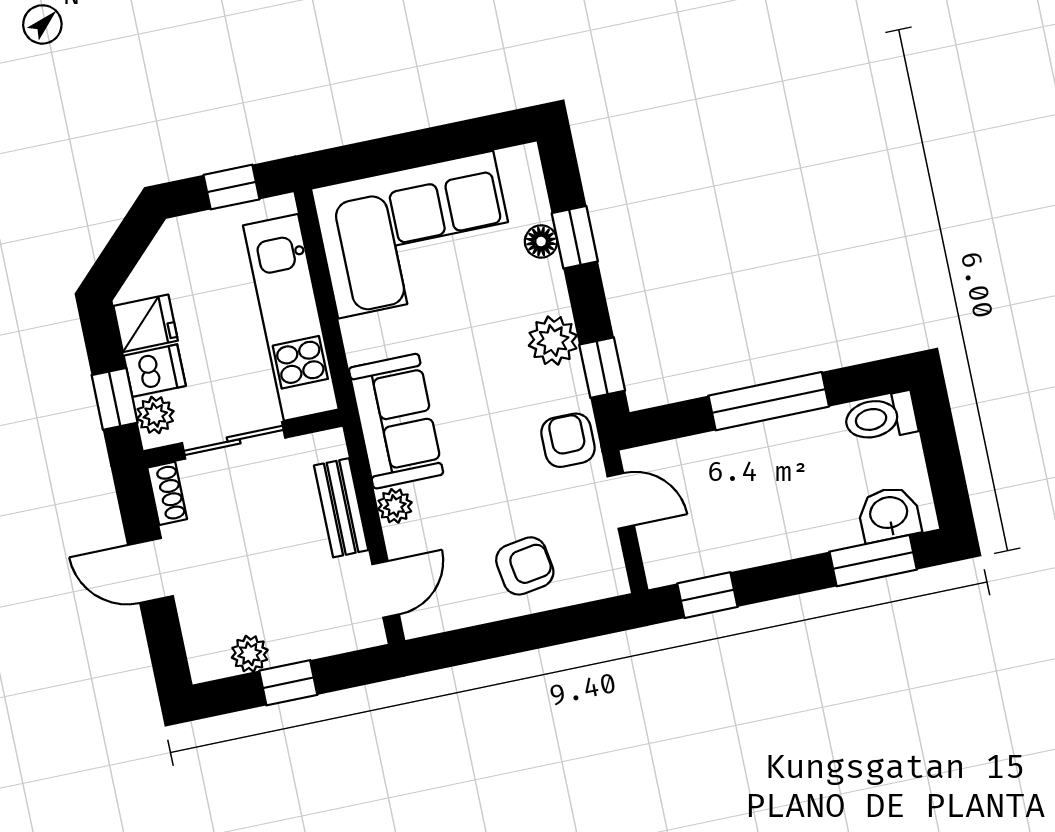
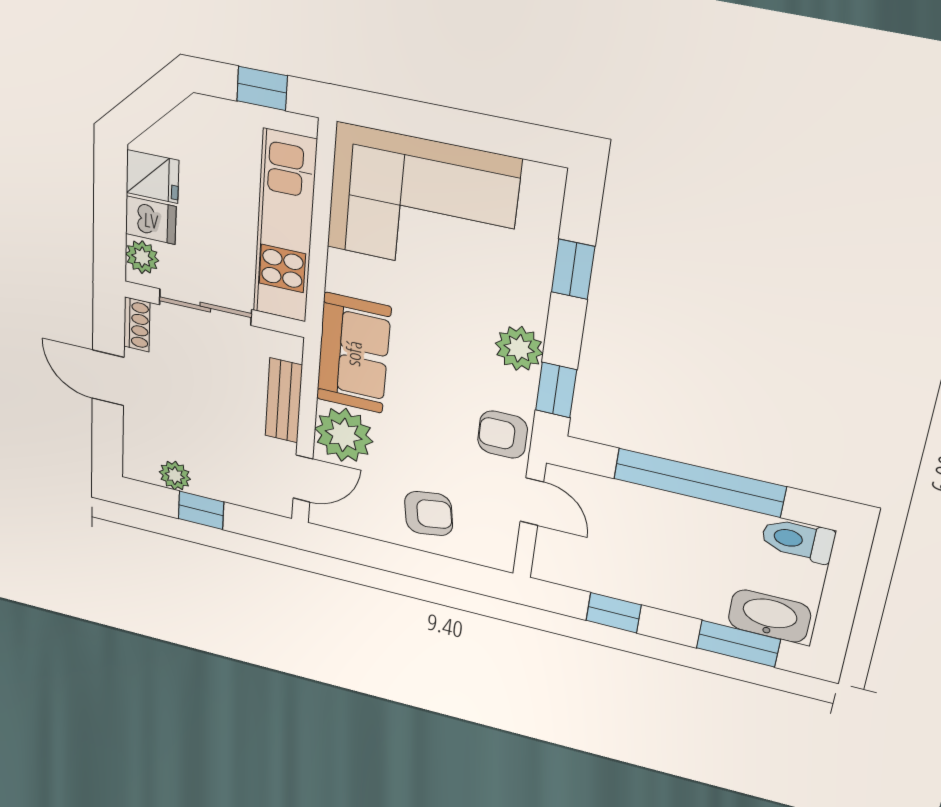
floor lamp: (541, 241) -> (539, 259), removed
window: (115, 399) -> (110, 229), removed
window: (769, 401) -> (699, 483), width x1.46
armchair: (568, 440) -> (503, 435), turned -90
plant: (395, 506) -> (344, 435), width x1.87, depth x1.87
washbasin: (889, 514) -> (769, 616), width x1.38
window: (707, 595) -> (614, 613), moved

